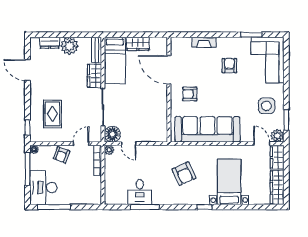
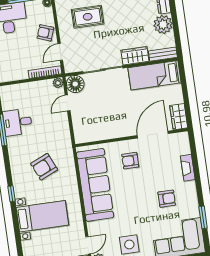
wardrobe: (138, 44) -> (179, 117), moved
armchair: (190, 94) -> (130, 161), turned -90
door: (81, 144) -> (60, 52), swing flipped

